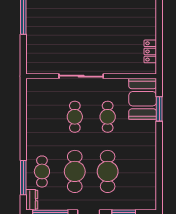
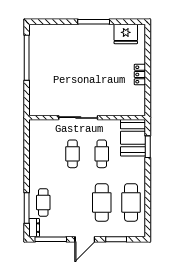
locker: (150, 51) -> (140, 74), moved
cafe table: (75, 171) -> (131, 202), moved

